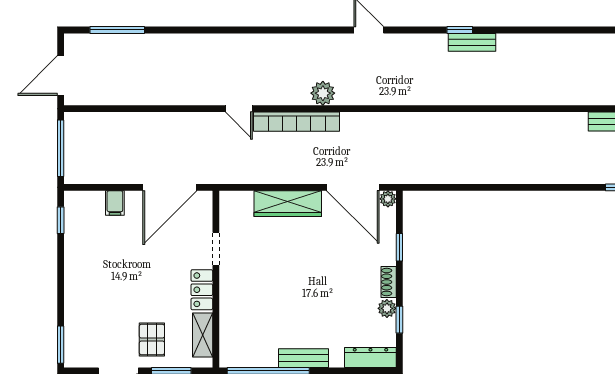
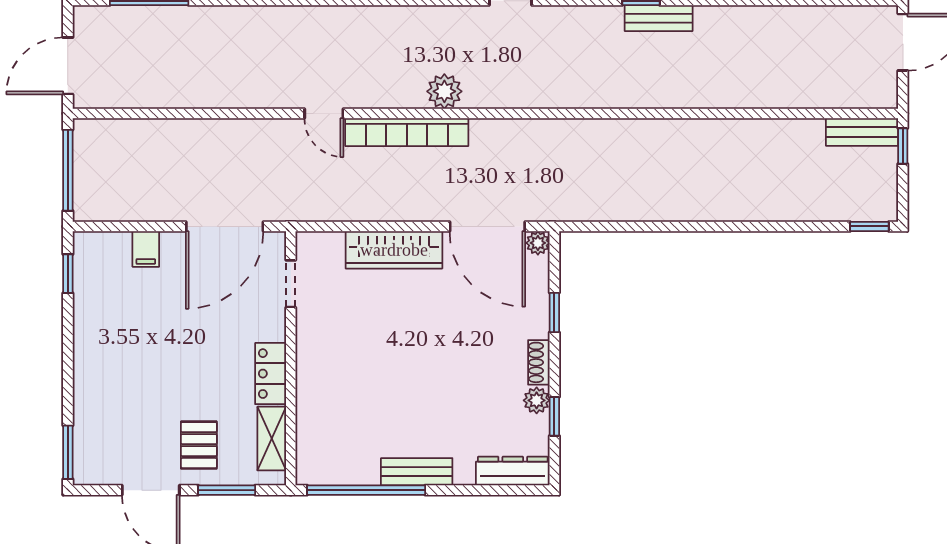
doorway: (216, 249) -> (291, 284), moved

